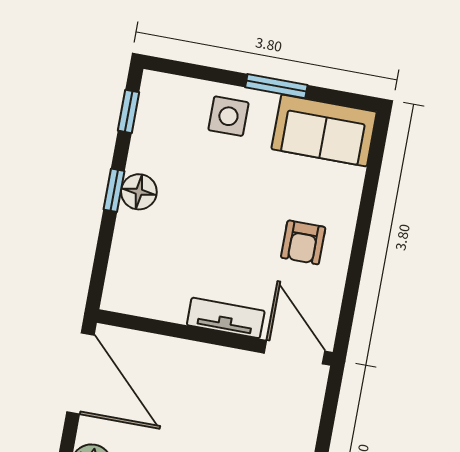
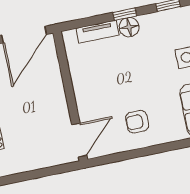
tv unit: (226, 318) -> (98, 32), moved, turned 90

